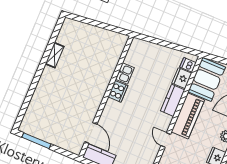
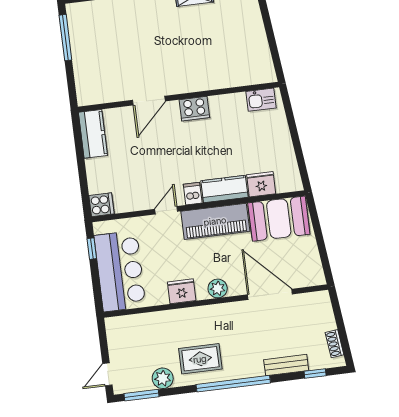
dishwasher: (188, 65) -> (193, 194), moved
kitchen sink: (125, 74) -> (261, 100), moved
door: (91, 133) -> (149, 101), moved

